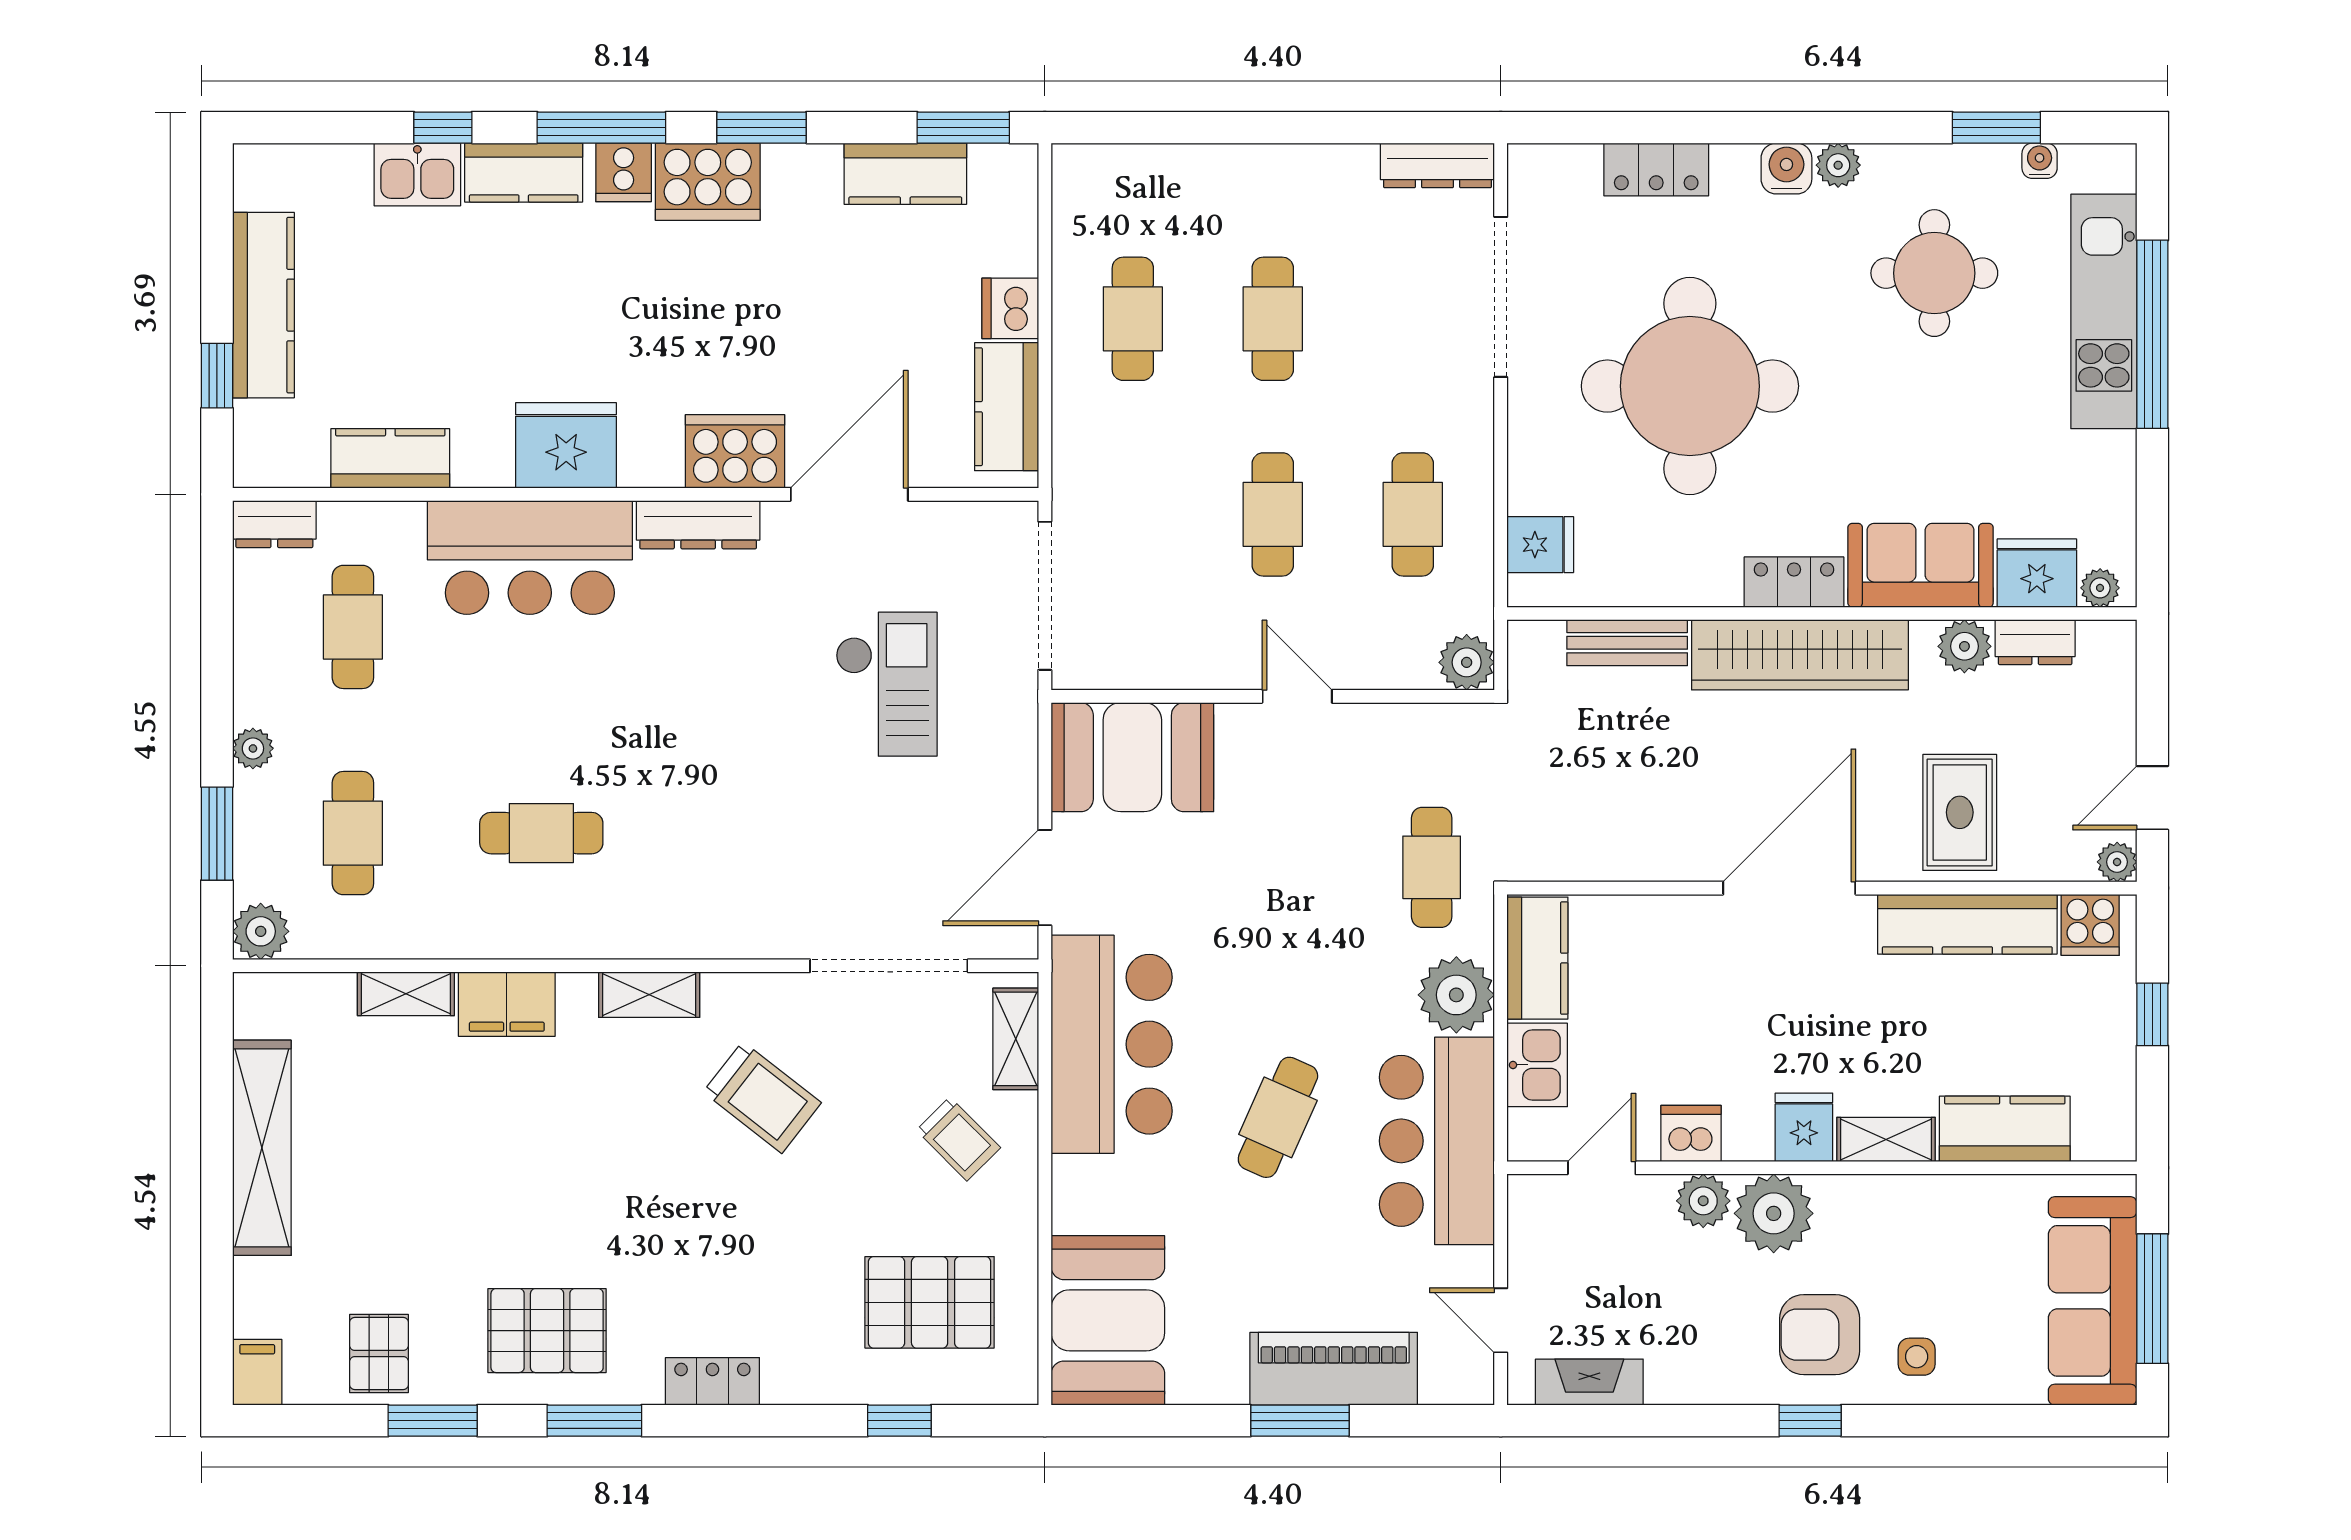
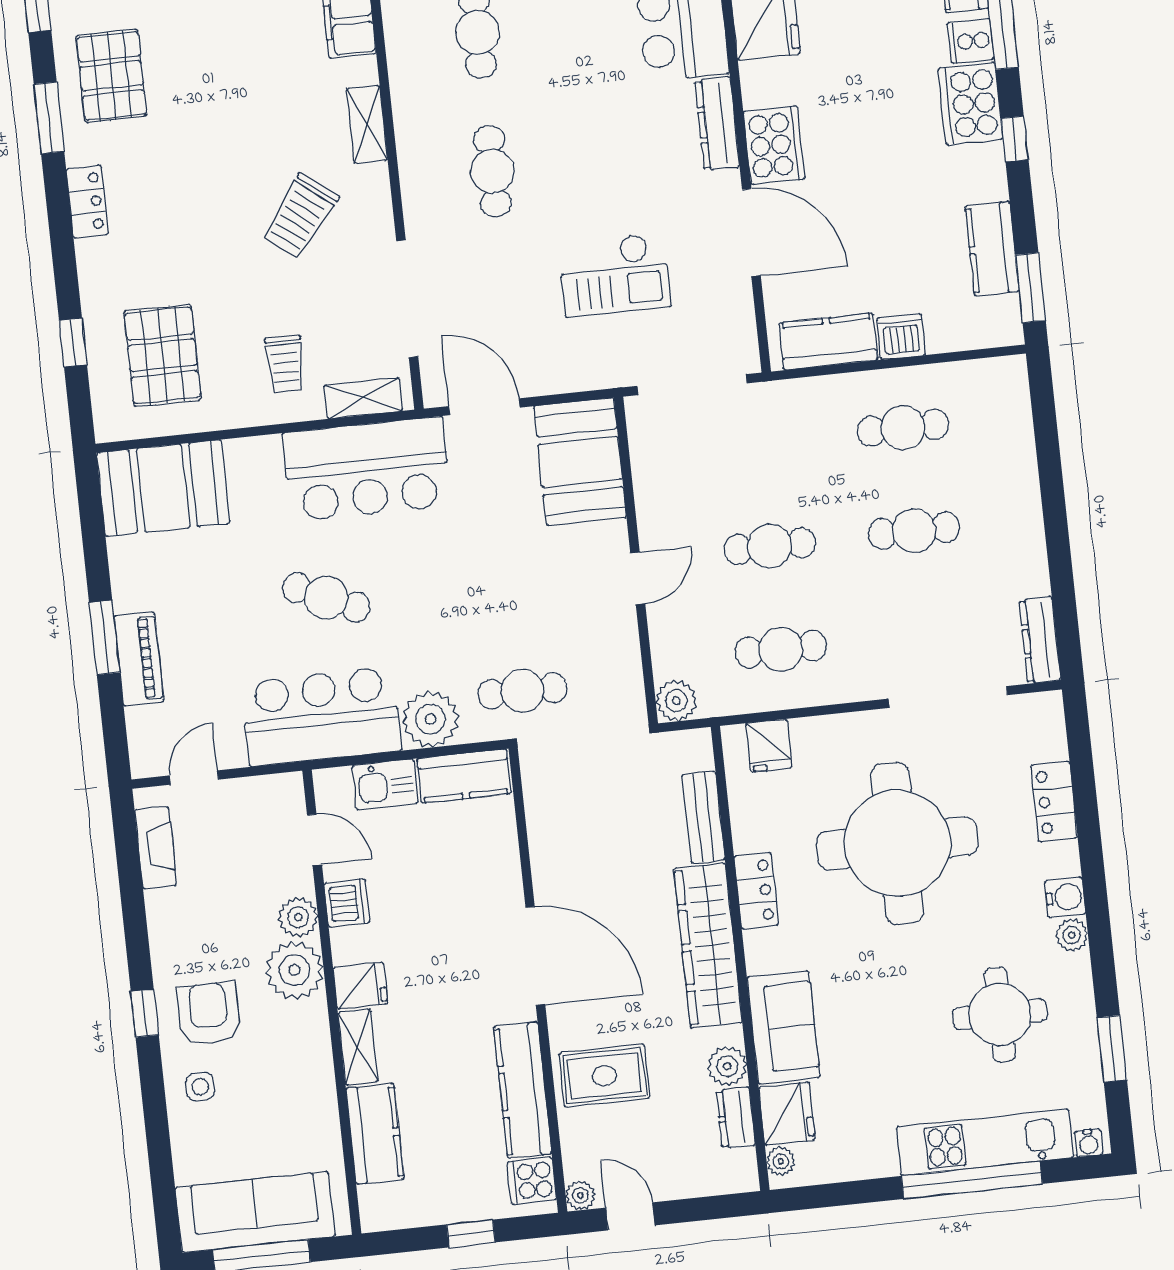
window: (761, 128) -> (1015, 139), width x0.67
water cooler: (2040, 161) -> (1088, 1143), moved, turned 90
locker: (1794, 582) -> (756, 891), moved
cafe table: (730, 833) -> (492, 171), added
trolley: (958, 1139) -> (285, 364), turned -45
piano: (1334, 1369) -> (139, 659), width x0.73, depth x0.75

